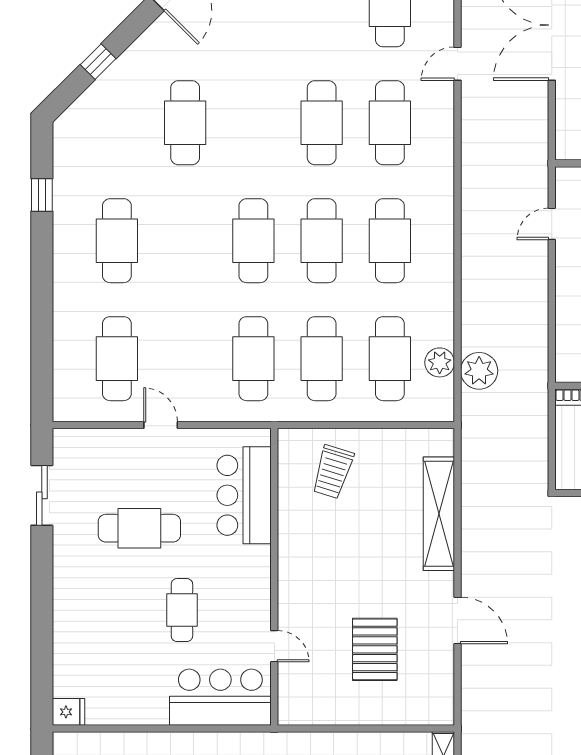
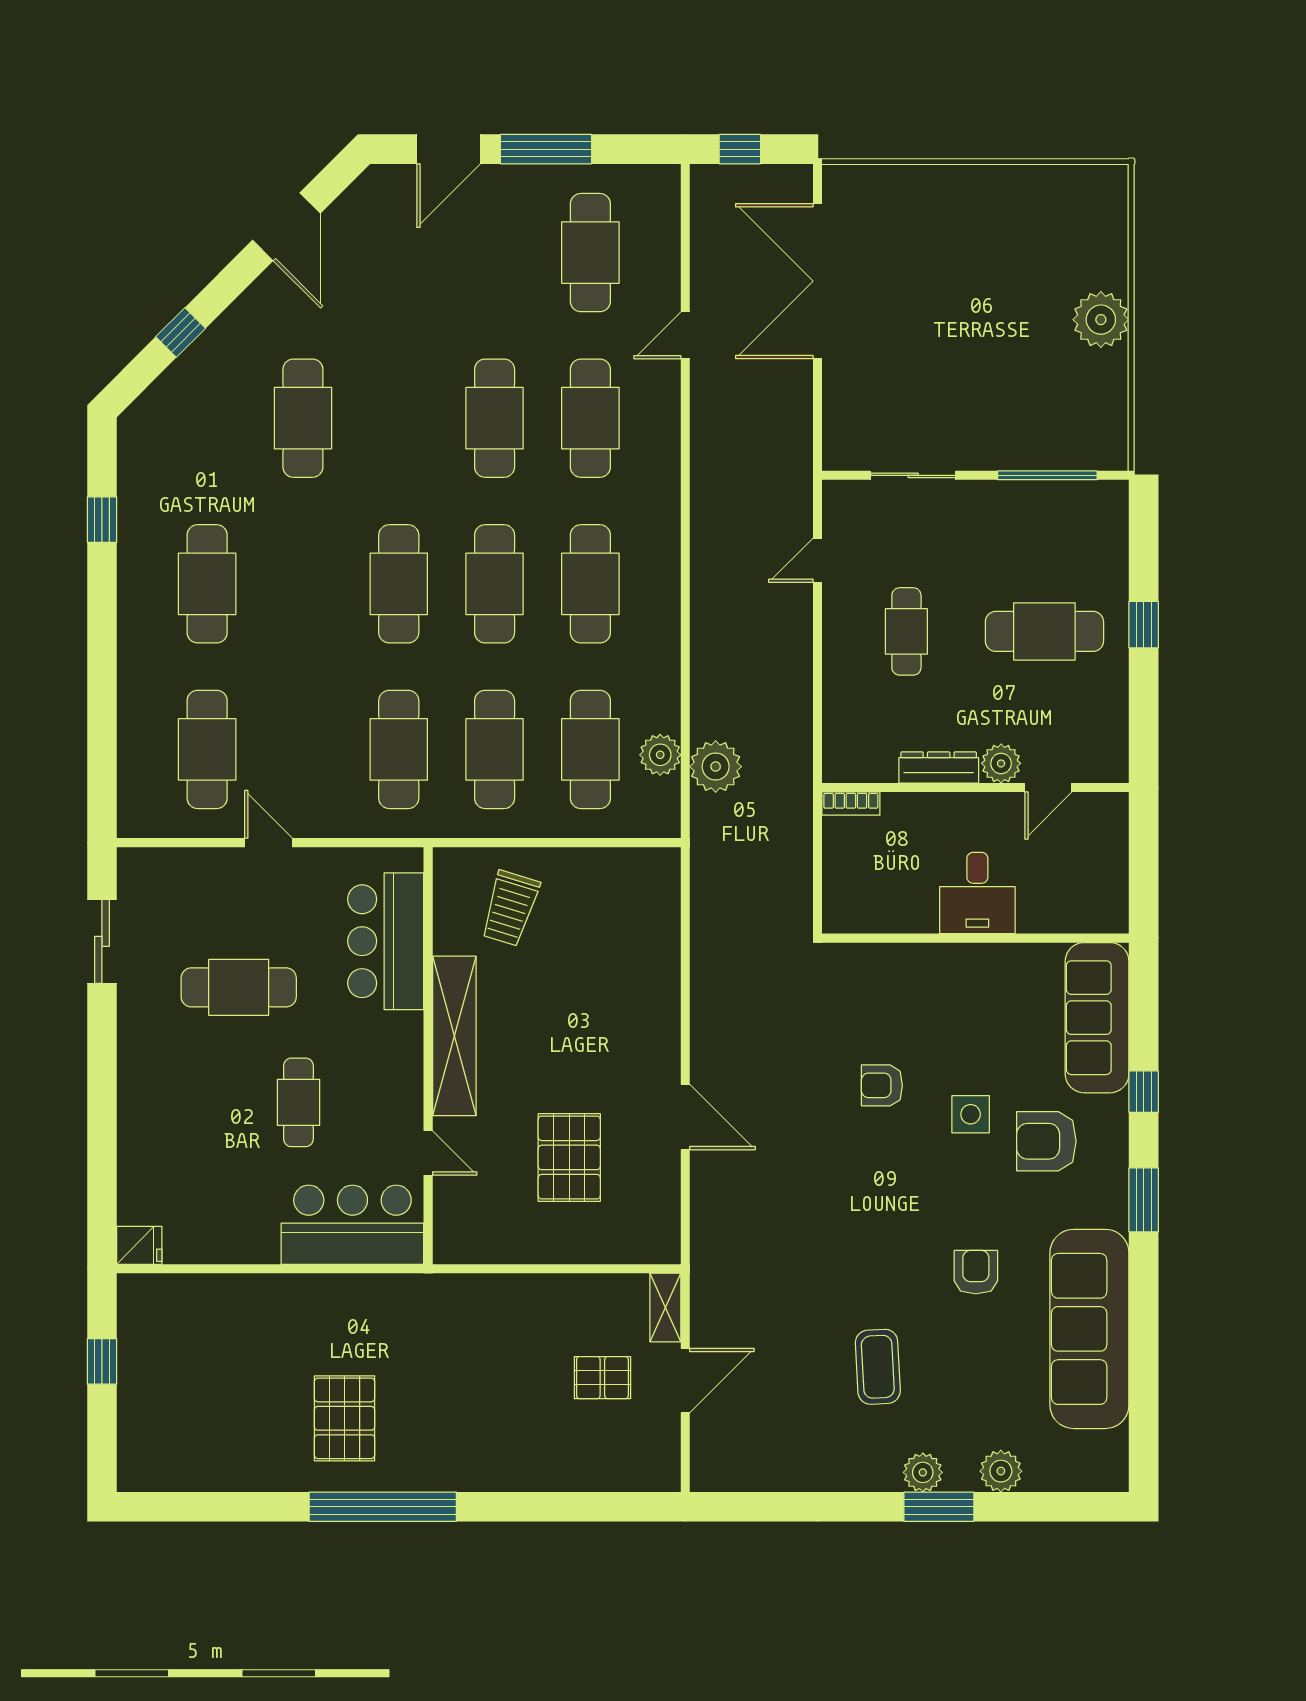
shelving: (439, 514) -> (454, 1036), moved

